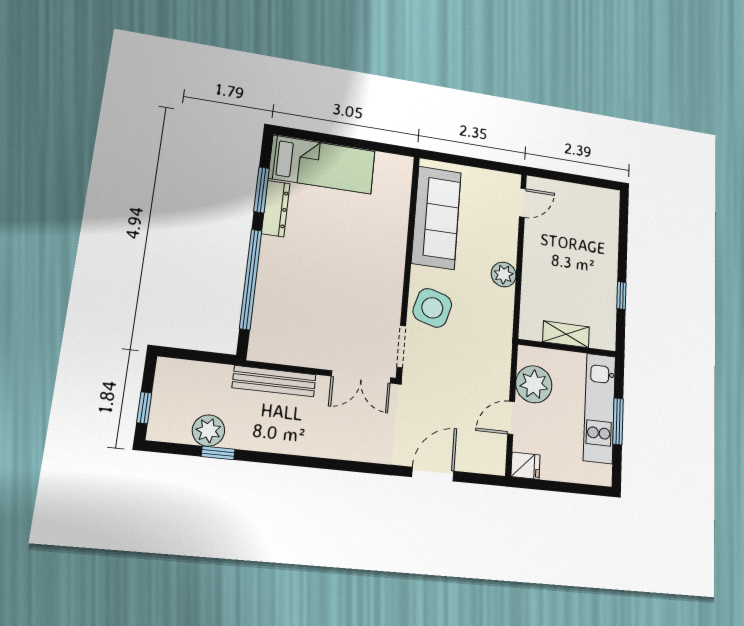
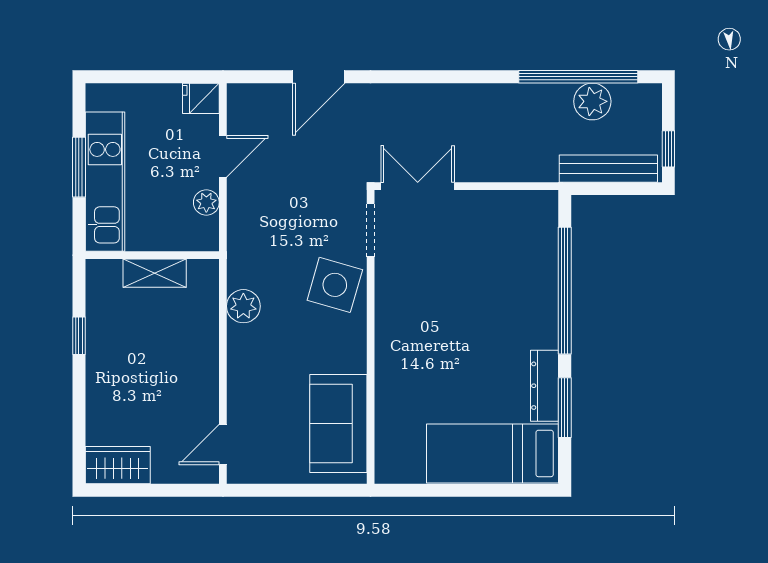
wardrobe: (597, 200) -> (118, 465), added
sofa: (436, 218) -> (338, 423), width x0.73
plant: (504, 274) -> (243, 306), moved
bench: (274, 381) -> (608, 169), moved
plant: (534, 384) -> (206, 202), width x0.53, depth x0.53
window: (144, 408) -> (668, 149), moved
window: (218, 453) -> (578, 77), width x3.17

